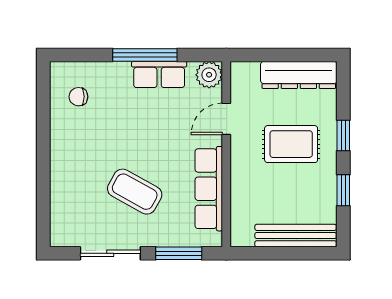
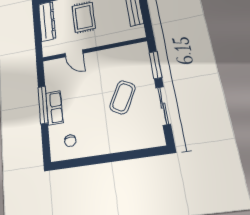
row of seats: (159, 75) -> (54, 108), moved
plant: (209, 75) -> (51, 67), removed
row of seats: (209, 189) -> (114, 55), removed

